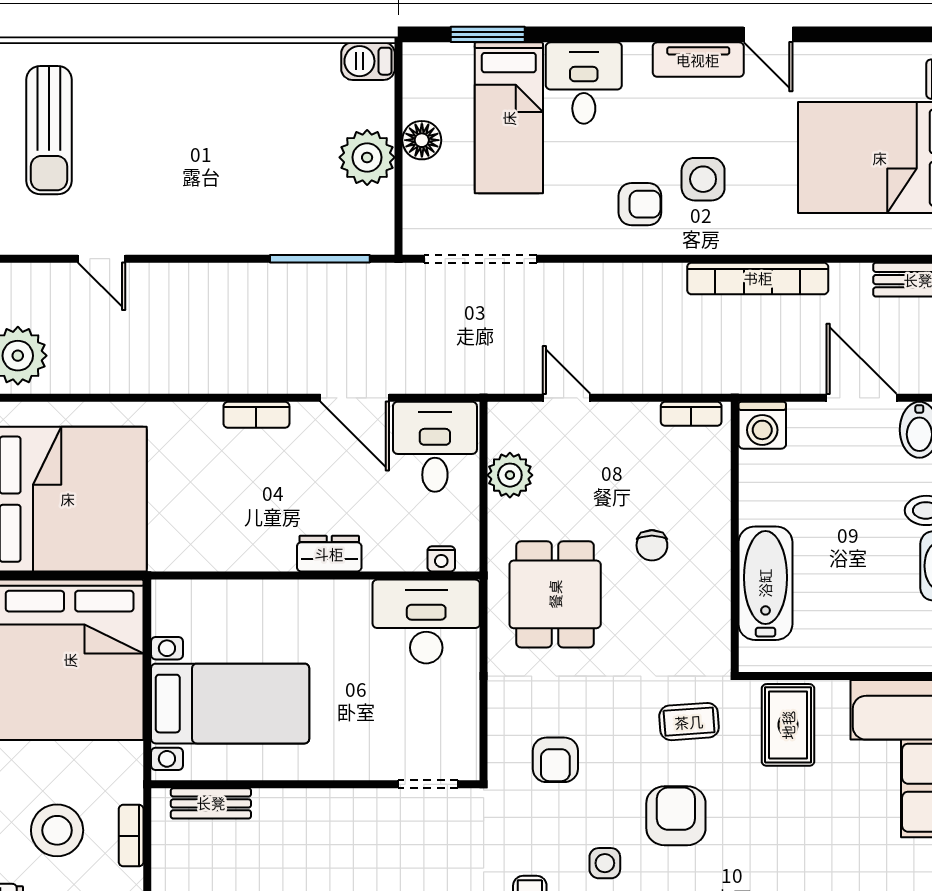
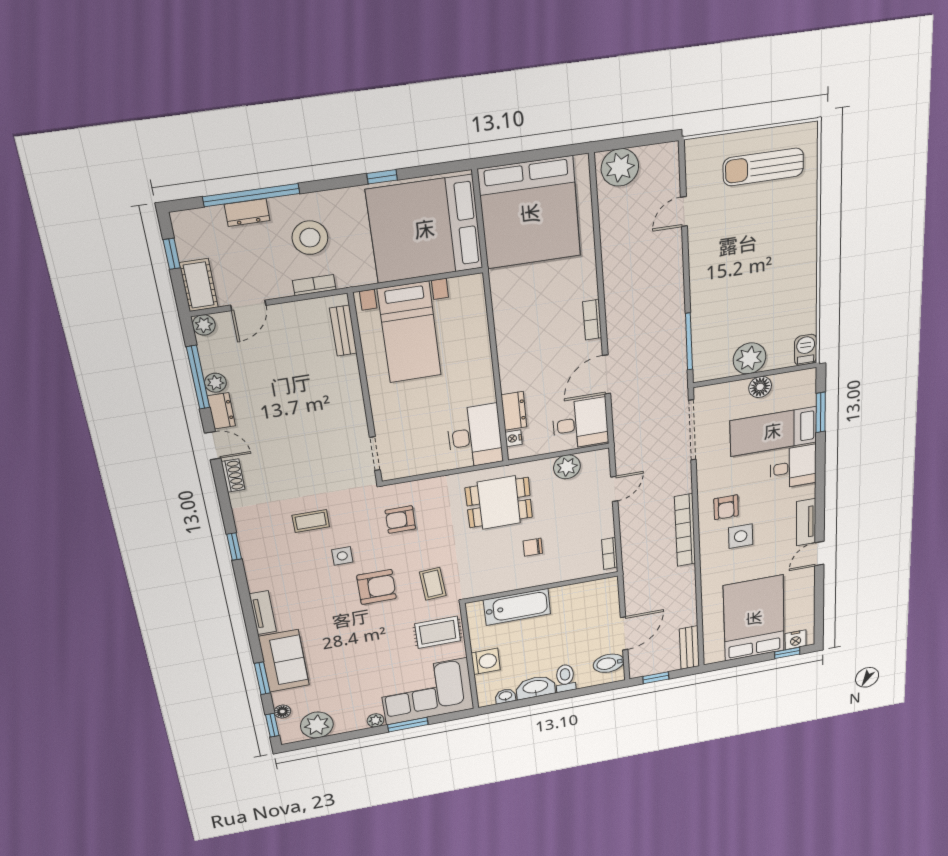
bookcase: (758, 278) -> (685, 530), moved
washing machine: (762, 425) -> (486, 661), moved, turned 180
dresser: (329, 554) -> (514, 411), moved

